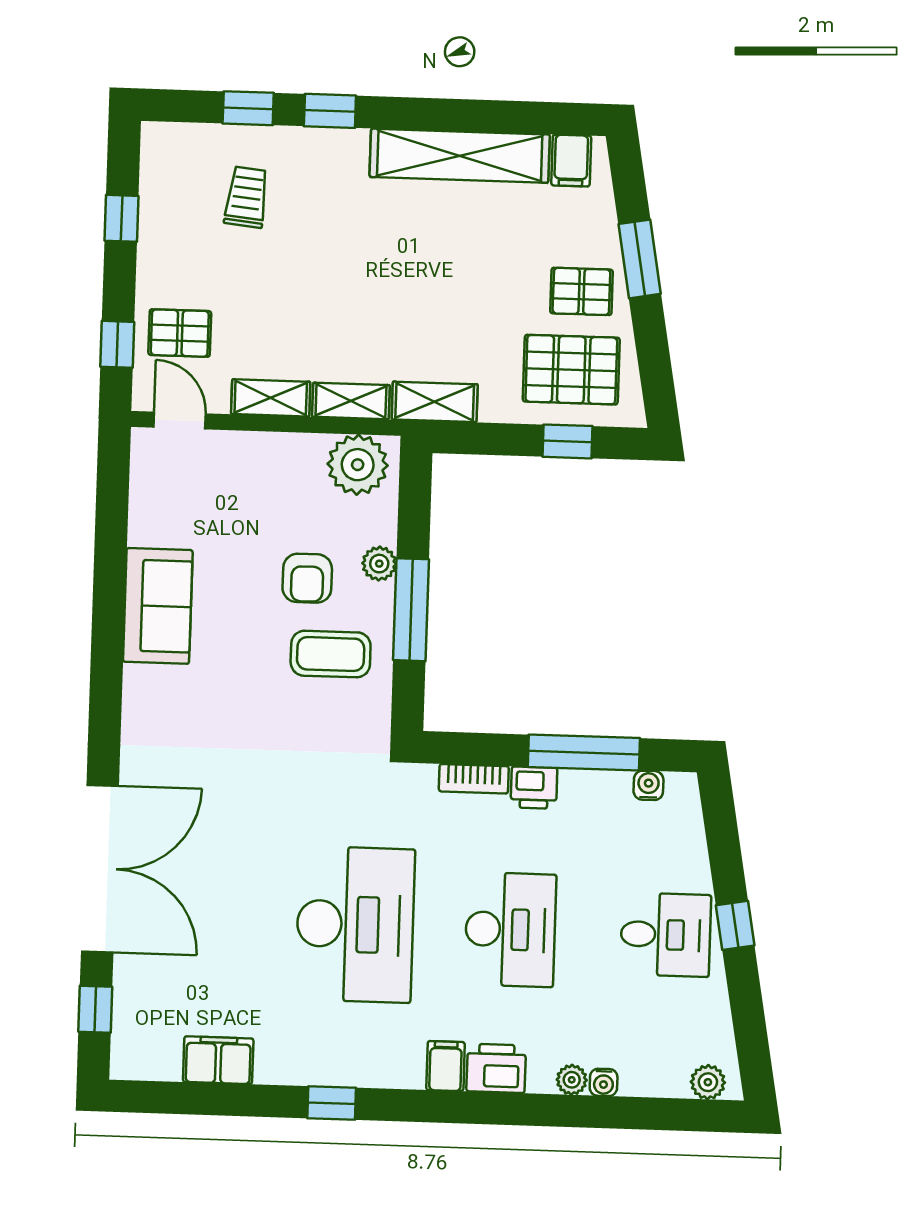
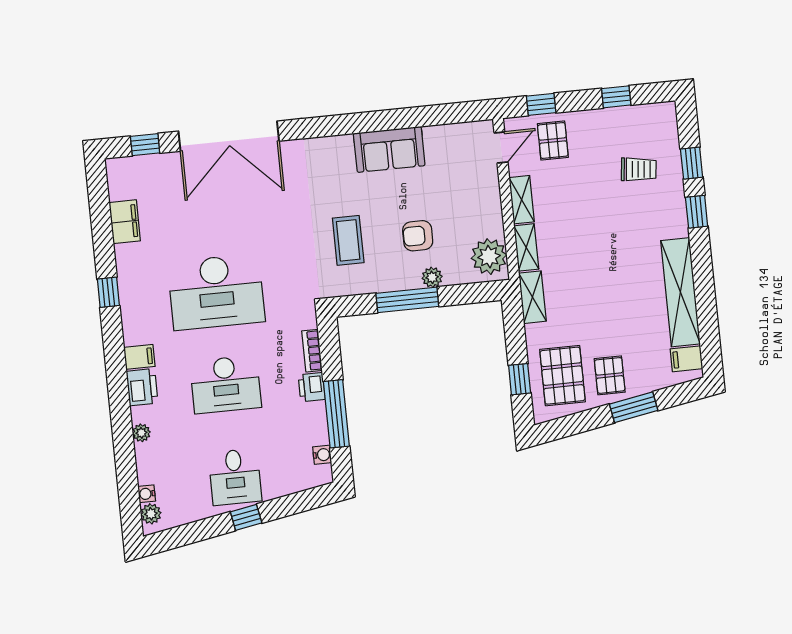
coffee table: (331, 654) -> (348, 240), moved
water cooler: (604, 1082) -> (147, 494), moved

